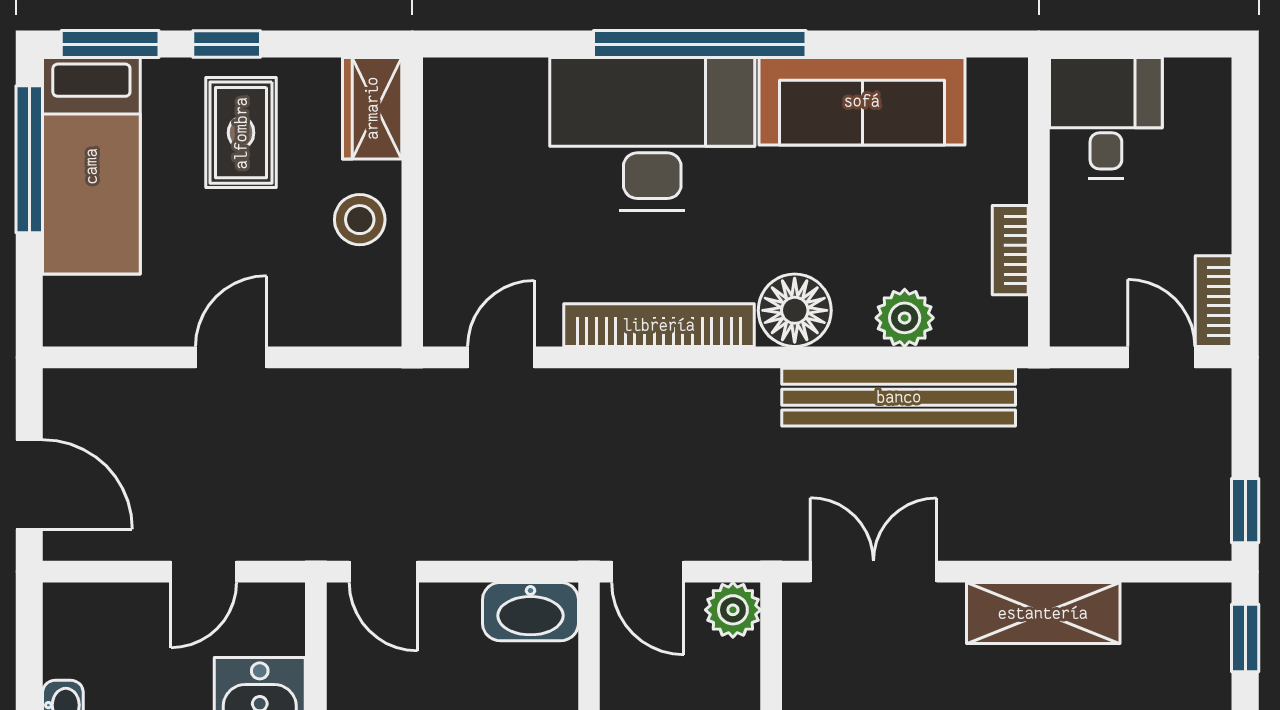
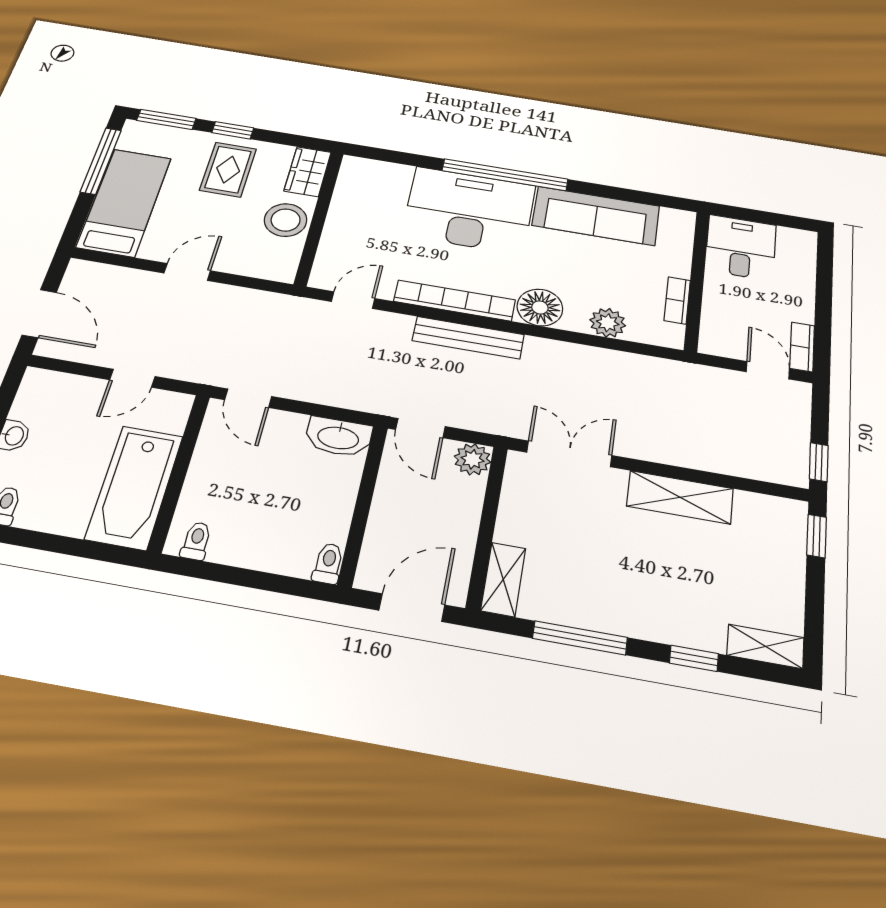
bed: (91, 166) -> (124, 202), moved, turned 180
stool: (360, 220) -> (286, 220), width x1.38, depth x1.38
bench: (899, 397) -> (468, 338), moved, width x0.73, depth x0.82

